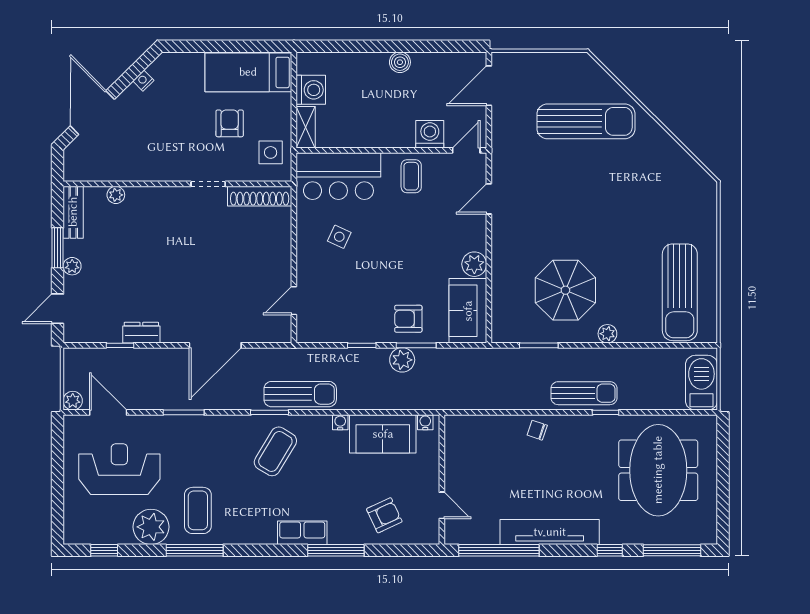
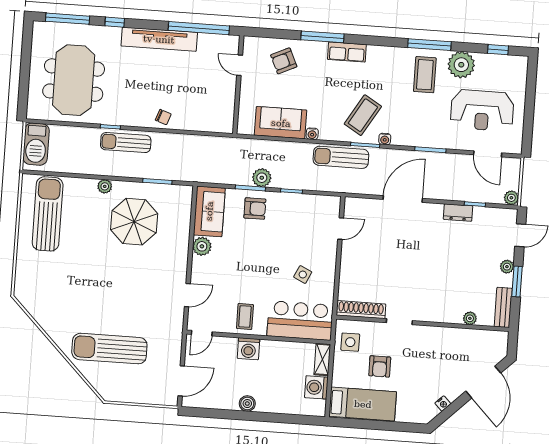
washing machine: (430, 134) -> (248, 349), moved
plant: (73, 401) -> (511, 198), moved
water cooler: (425, 422) -> (385, 139), moved

